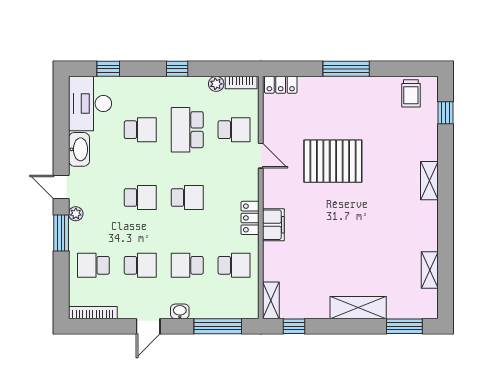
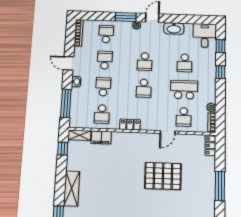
window: (177, 69) -> (220, 72), moved
desk: (90, 103) -> (205, 36), width x0.73
pallet: (333, 161) -> (163, 176), turned 90
filing cabinet: (273, 225) -> (101, 137), moved
school desk: (140, 265) -> (105, 60), turned 180

